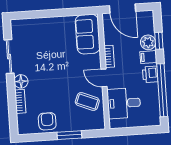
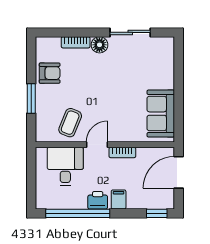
sofa: (88, 34) -> (161, 114), moved, turned -90
window: (159, 41) -> (157, 213), moved
plant: (148, 42) -> (136, 200), removed

